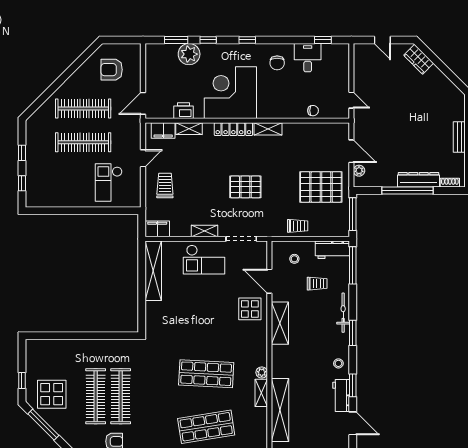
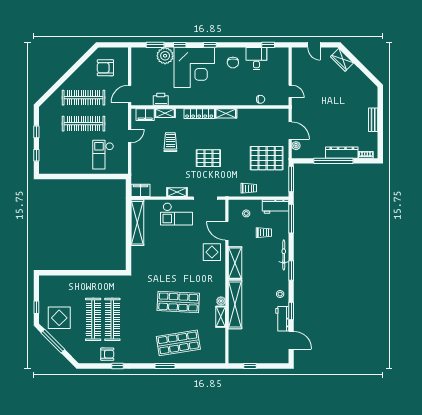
corner desk: (230, 93) -> (194, 68), moved, turned 180
trolley: (165, 186) -> (170, 142), moved
shelving: (280, 410) -> (235, 304), moved

